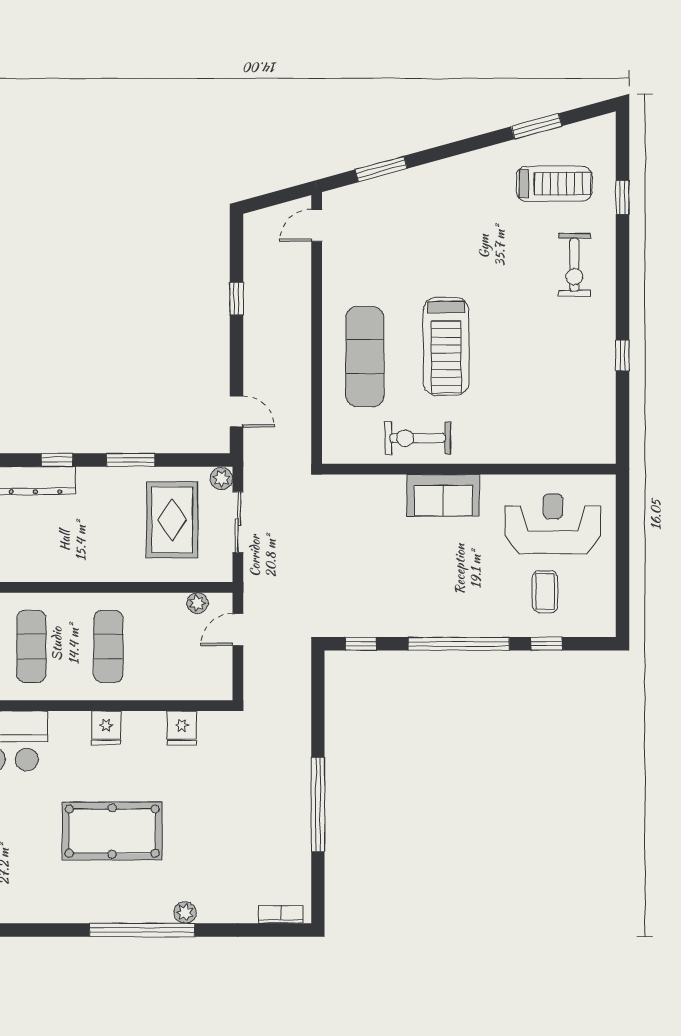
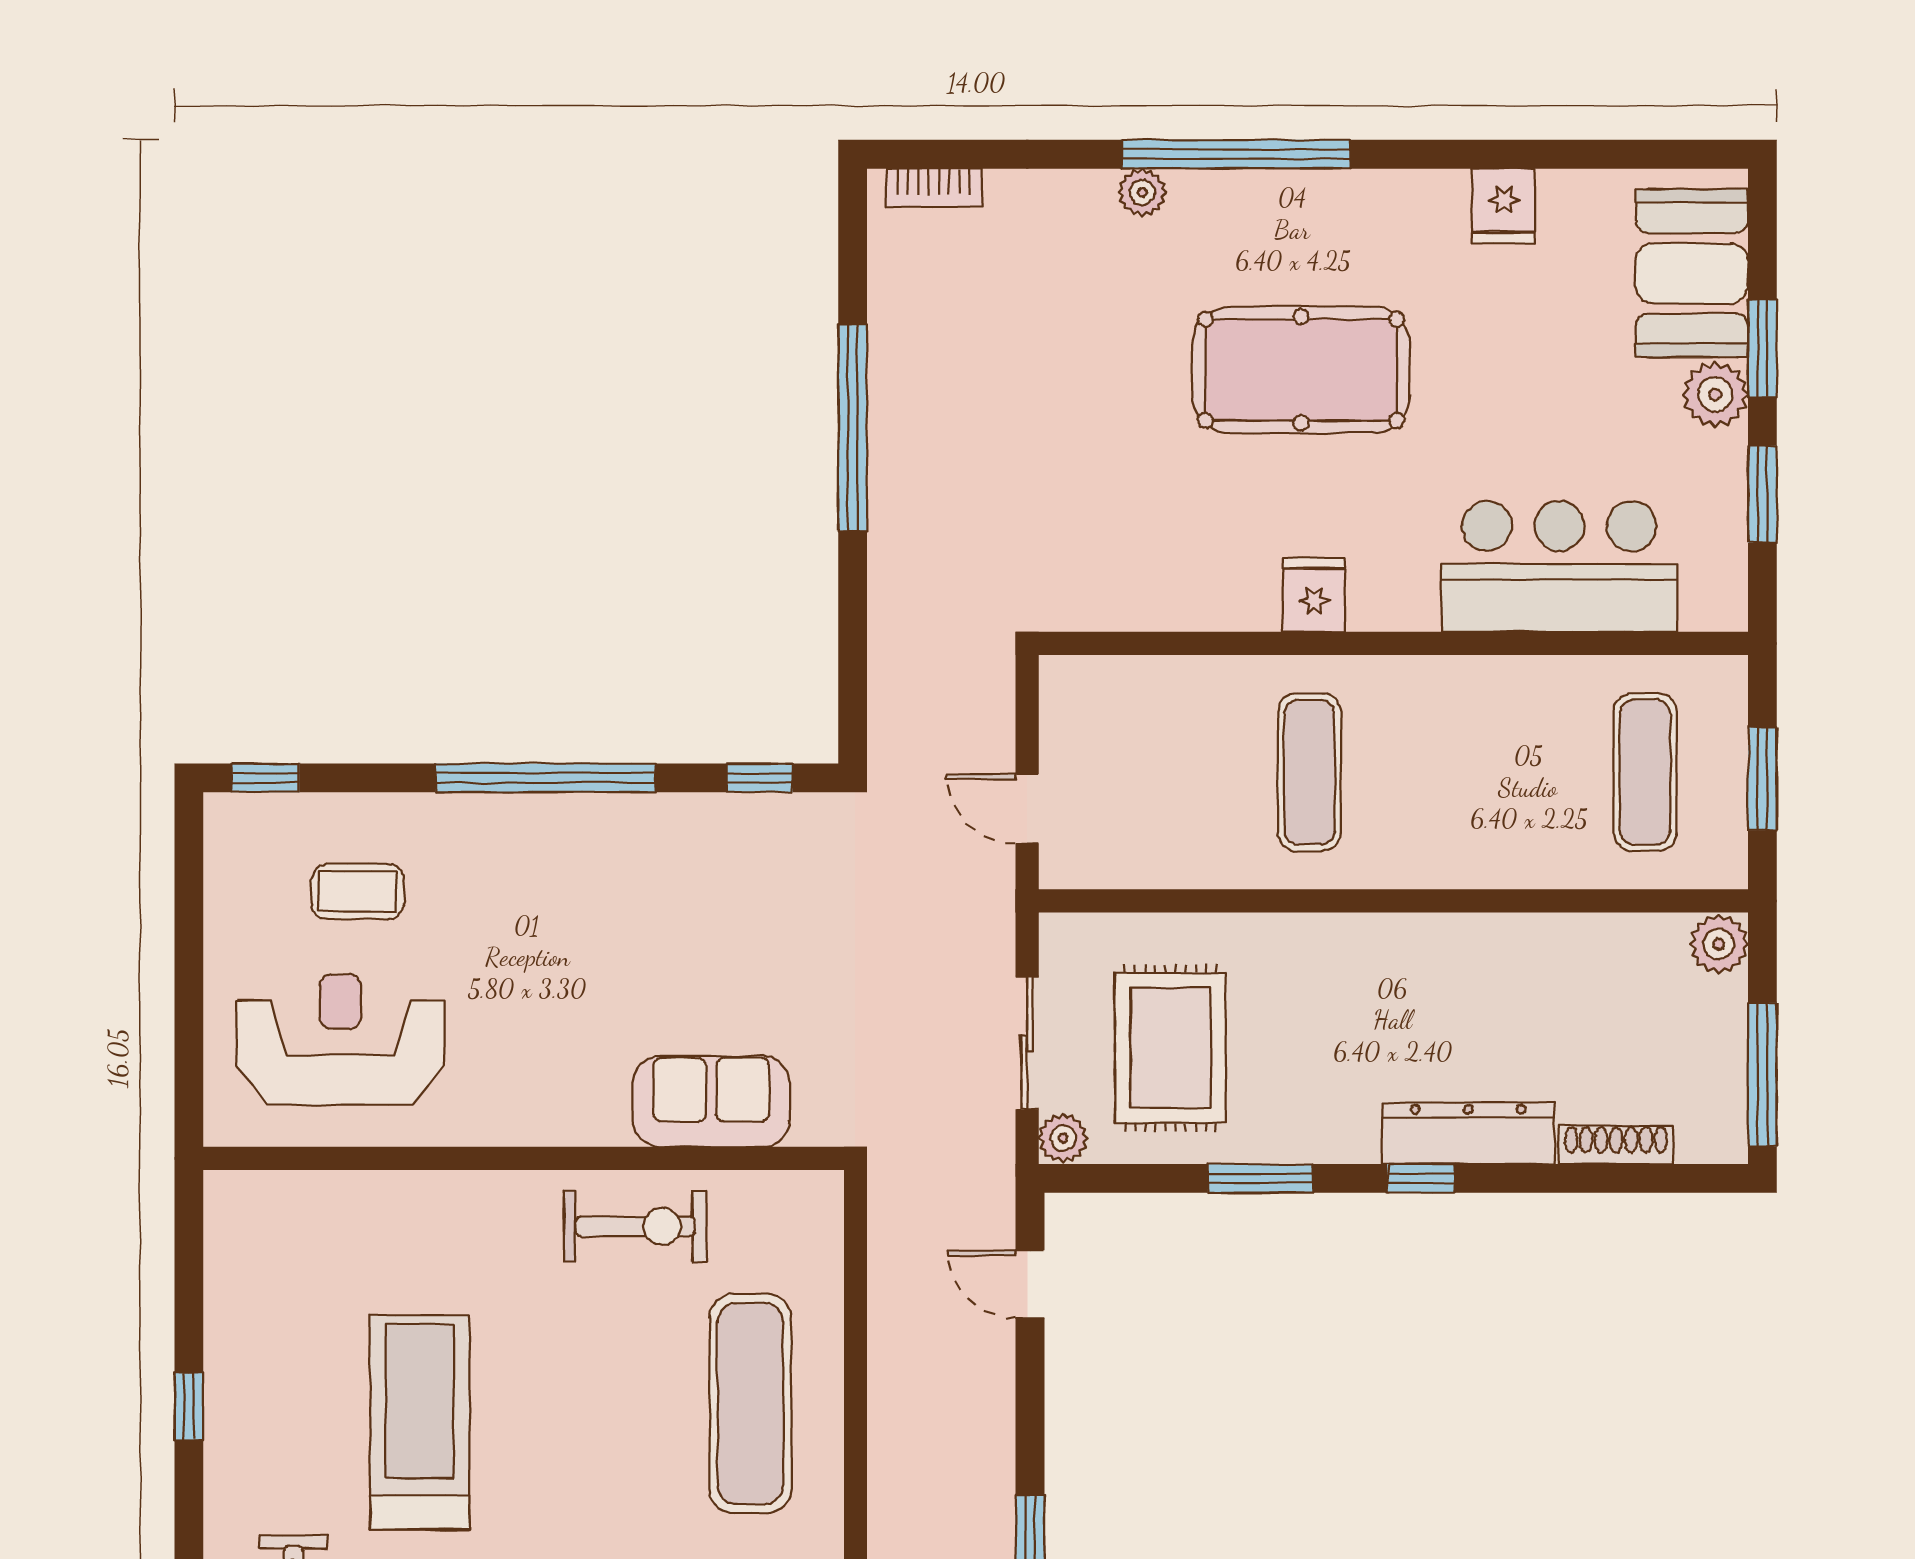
treadmill: (446, 346) -> (420, 1422), moved
sofa: (443, 495) -> (711, 1102), moved
reception desk: (553, 524) -> (340, 1039), turned 180
coffee table: (545, 592) -> (358, 892), turned 90
plant: (197, 603) -> (1115, 867), removed
door: (238, 630) -> (1027, 809), swing flipped
window: (547, 644) -> (265, 778), moved
exercise mat: (31, 646) -> (1477, 772), removed
fridge: (182, 728) -> (1504, 206), moved, turned 180

